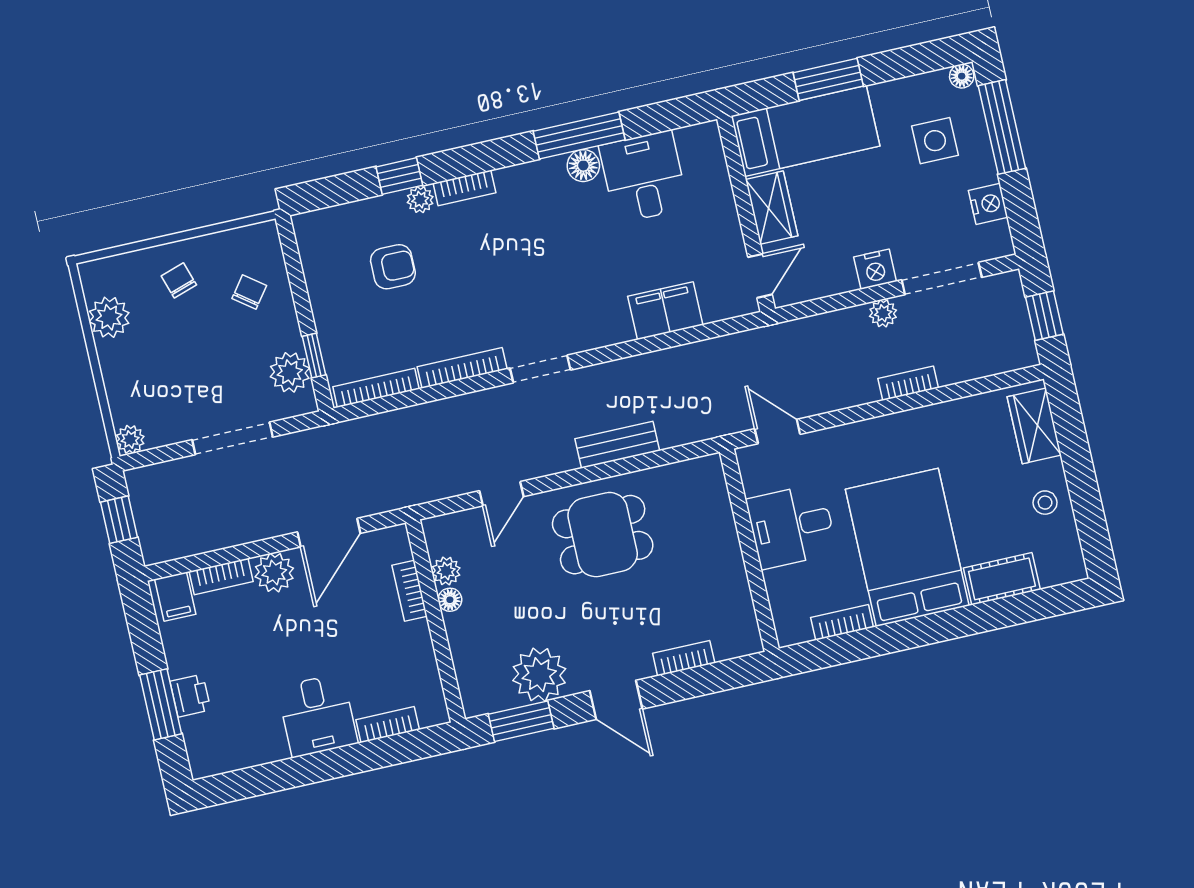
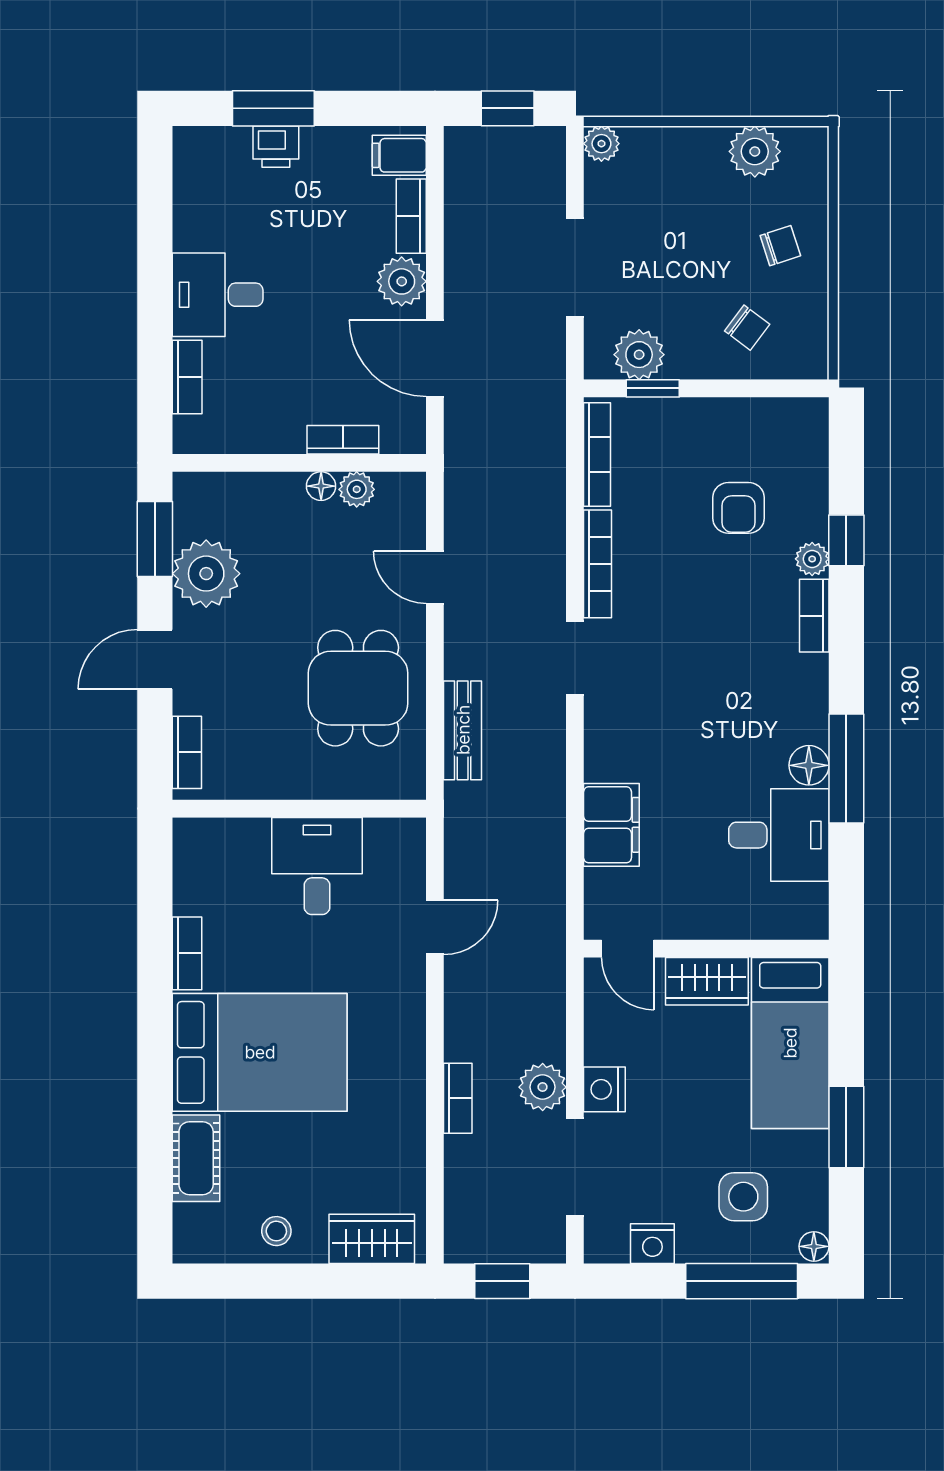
window: (828, 79) -> (846, 1127), moved
plant: (883, 313) -> (543, 1087), width x1.38, depth x1.38
desk: (791, 526) -> (317, 866), moved
wall: (749, 550) -> (299, 809), moved

